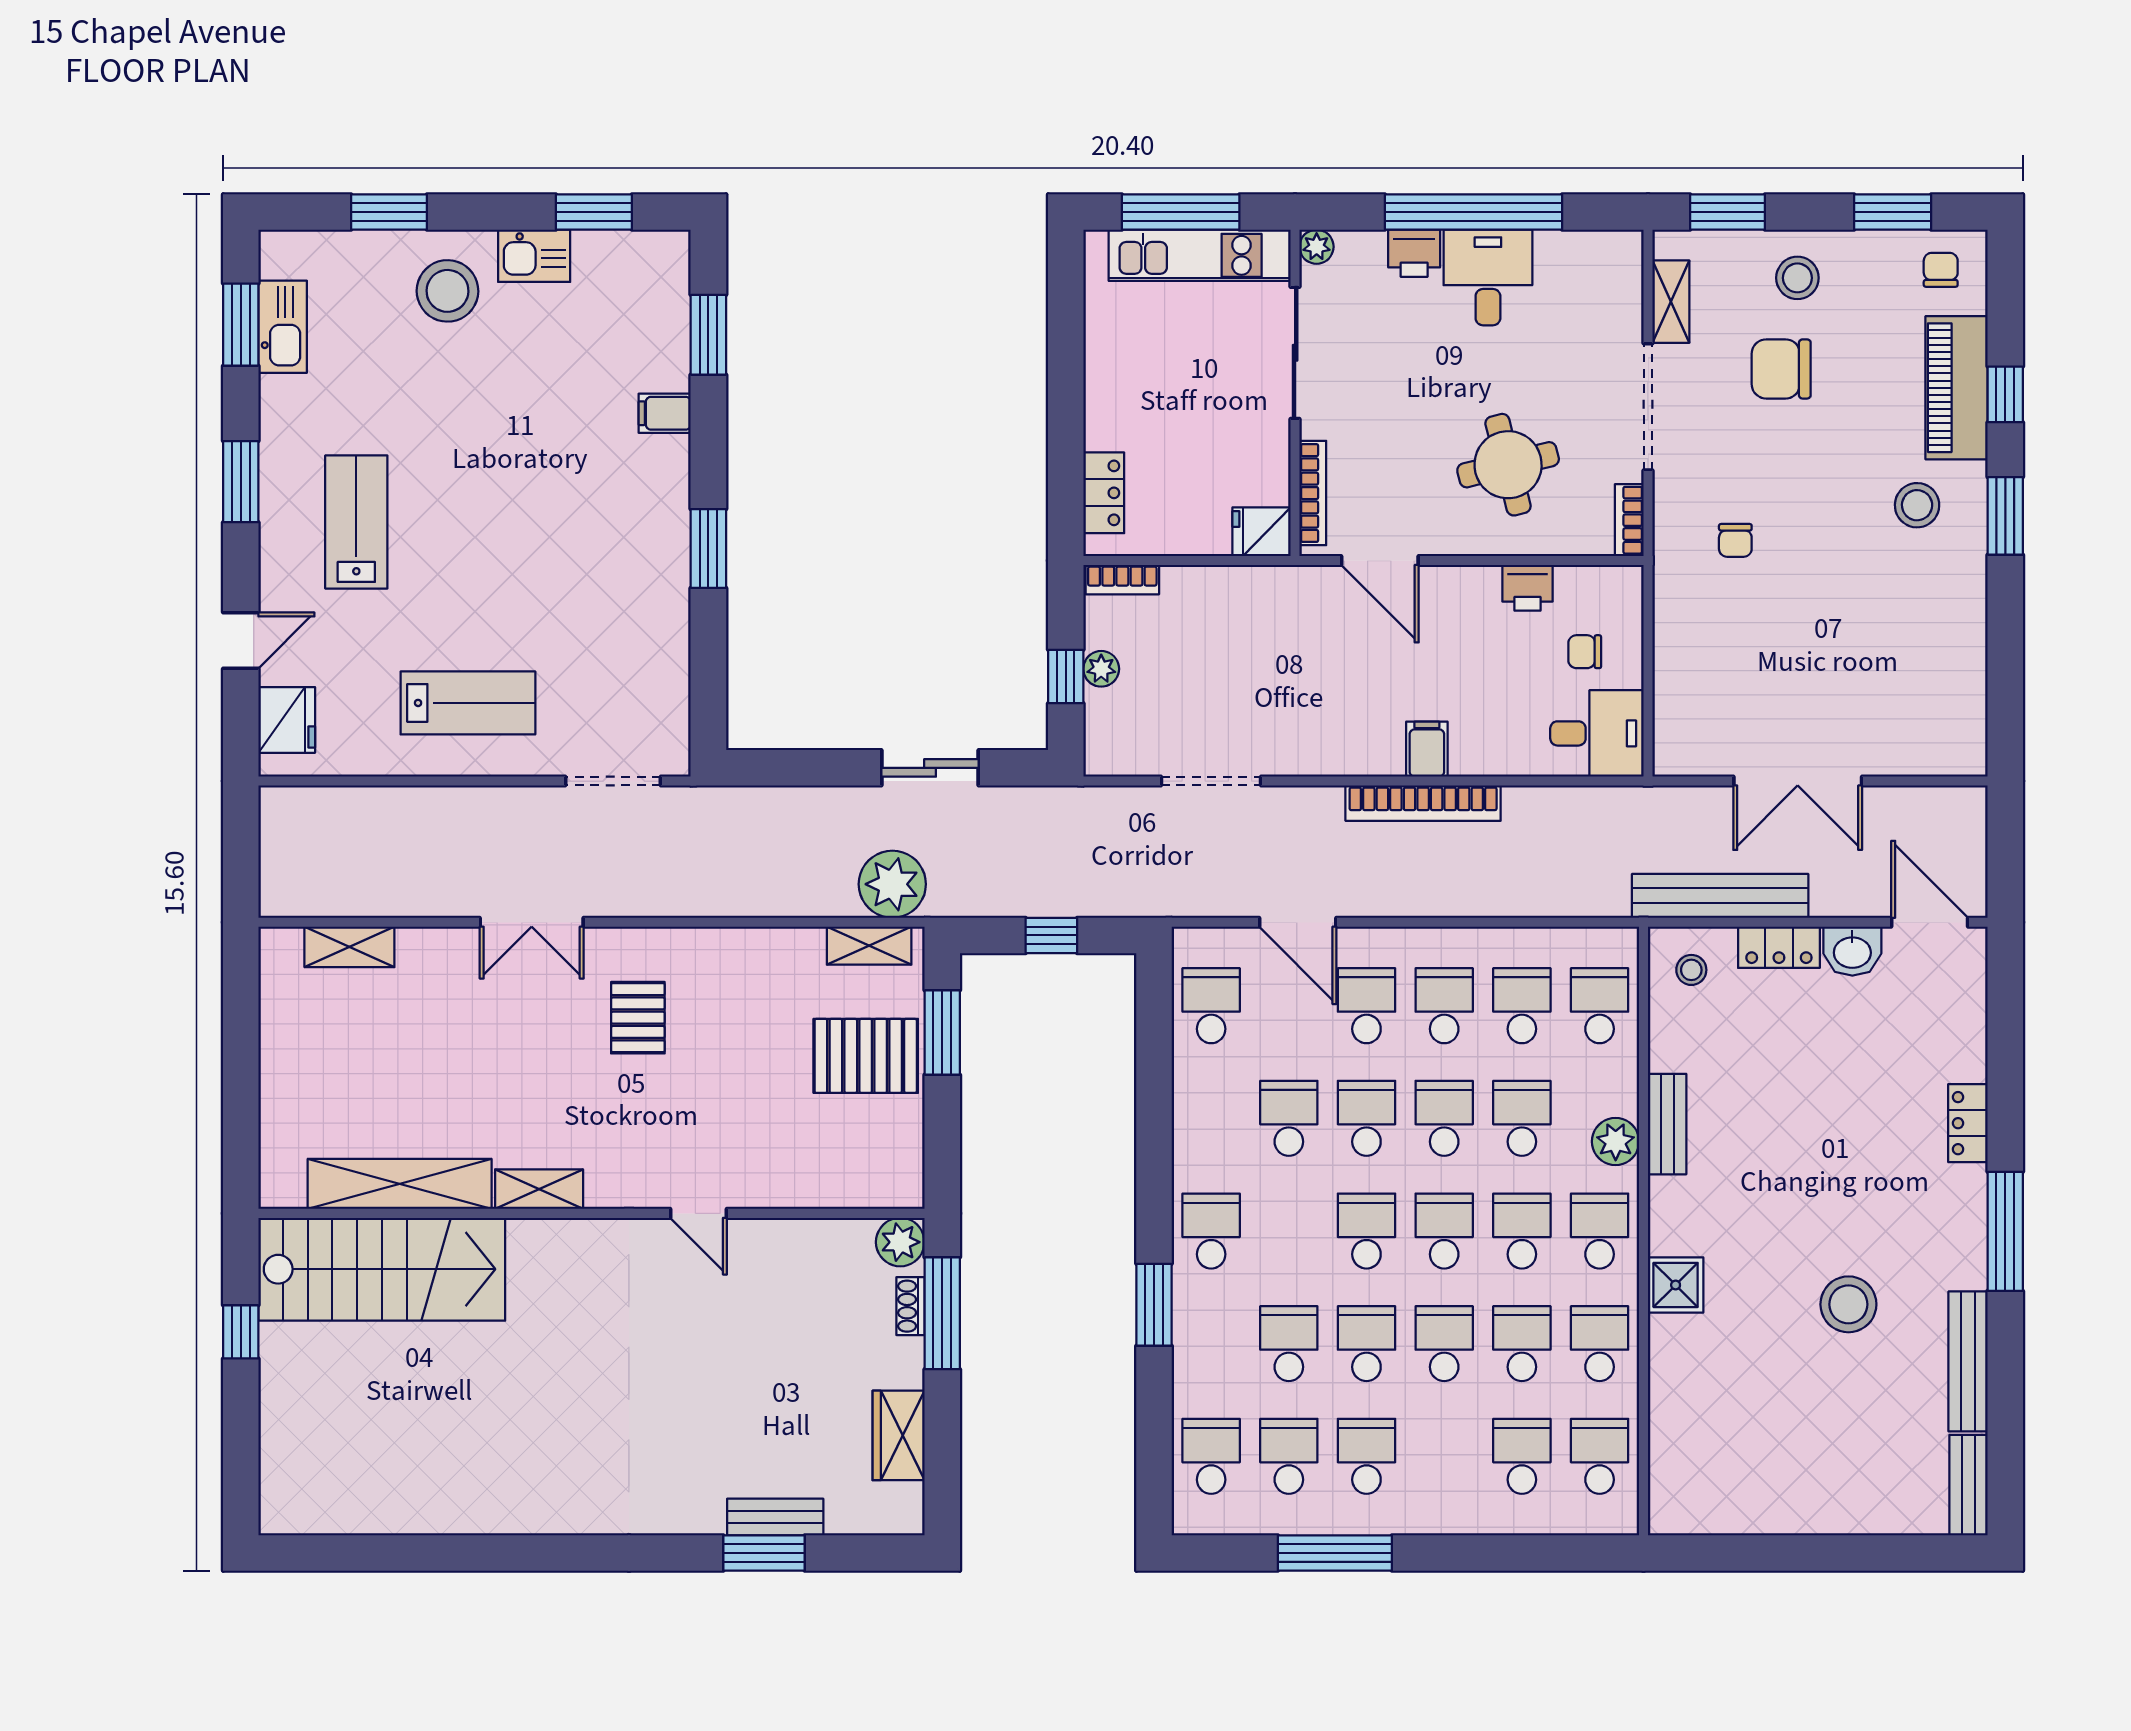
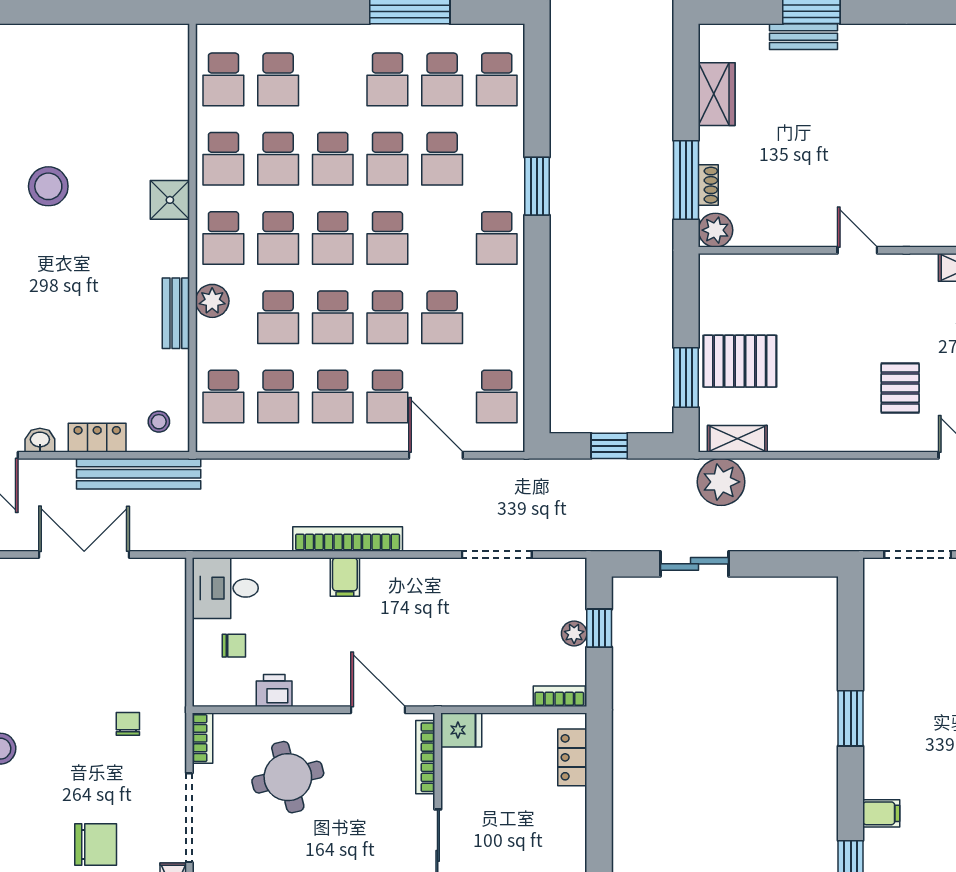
washbasin: (1852, 951) -> (40, 440), width x0.72, depth x0.69

